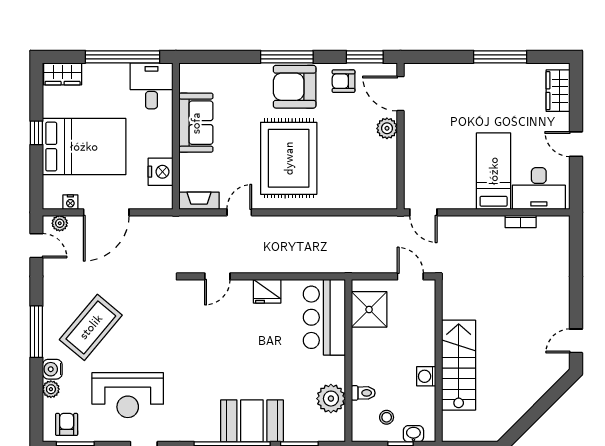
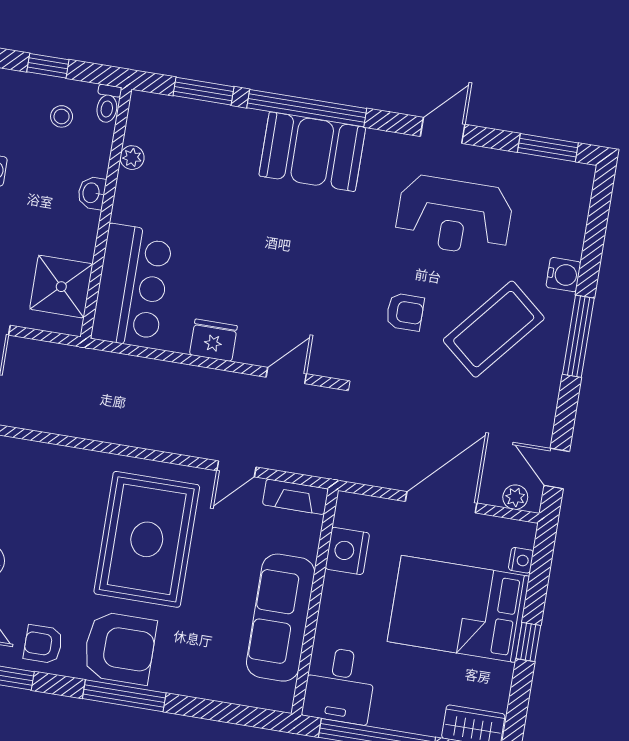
armchair: (343, 81) -> (43, 644), turned 180
sofa: (196, 123) -> (281, 618), width x1.36
nightstand: (70, 202) -> (521, 560), moved, turned 90
plant: (51, 389) -> (571, 244), removed
toilet: (363, 393) -> (108, 104), moved, turned -90
reception desk: (128, 395) -> (454, 216), turned 180
plant: (331, 399) -> (132, 158), width x0.53, depth x0.53
booth: (252, 421) -> (312, 152), moved
armchair: (67, 424) -> (405, 312), moved, turned -90
washbasin: (413, 434) -> (92, 193), moved, turned 90

